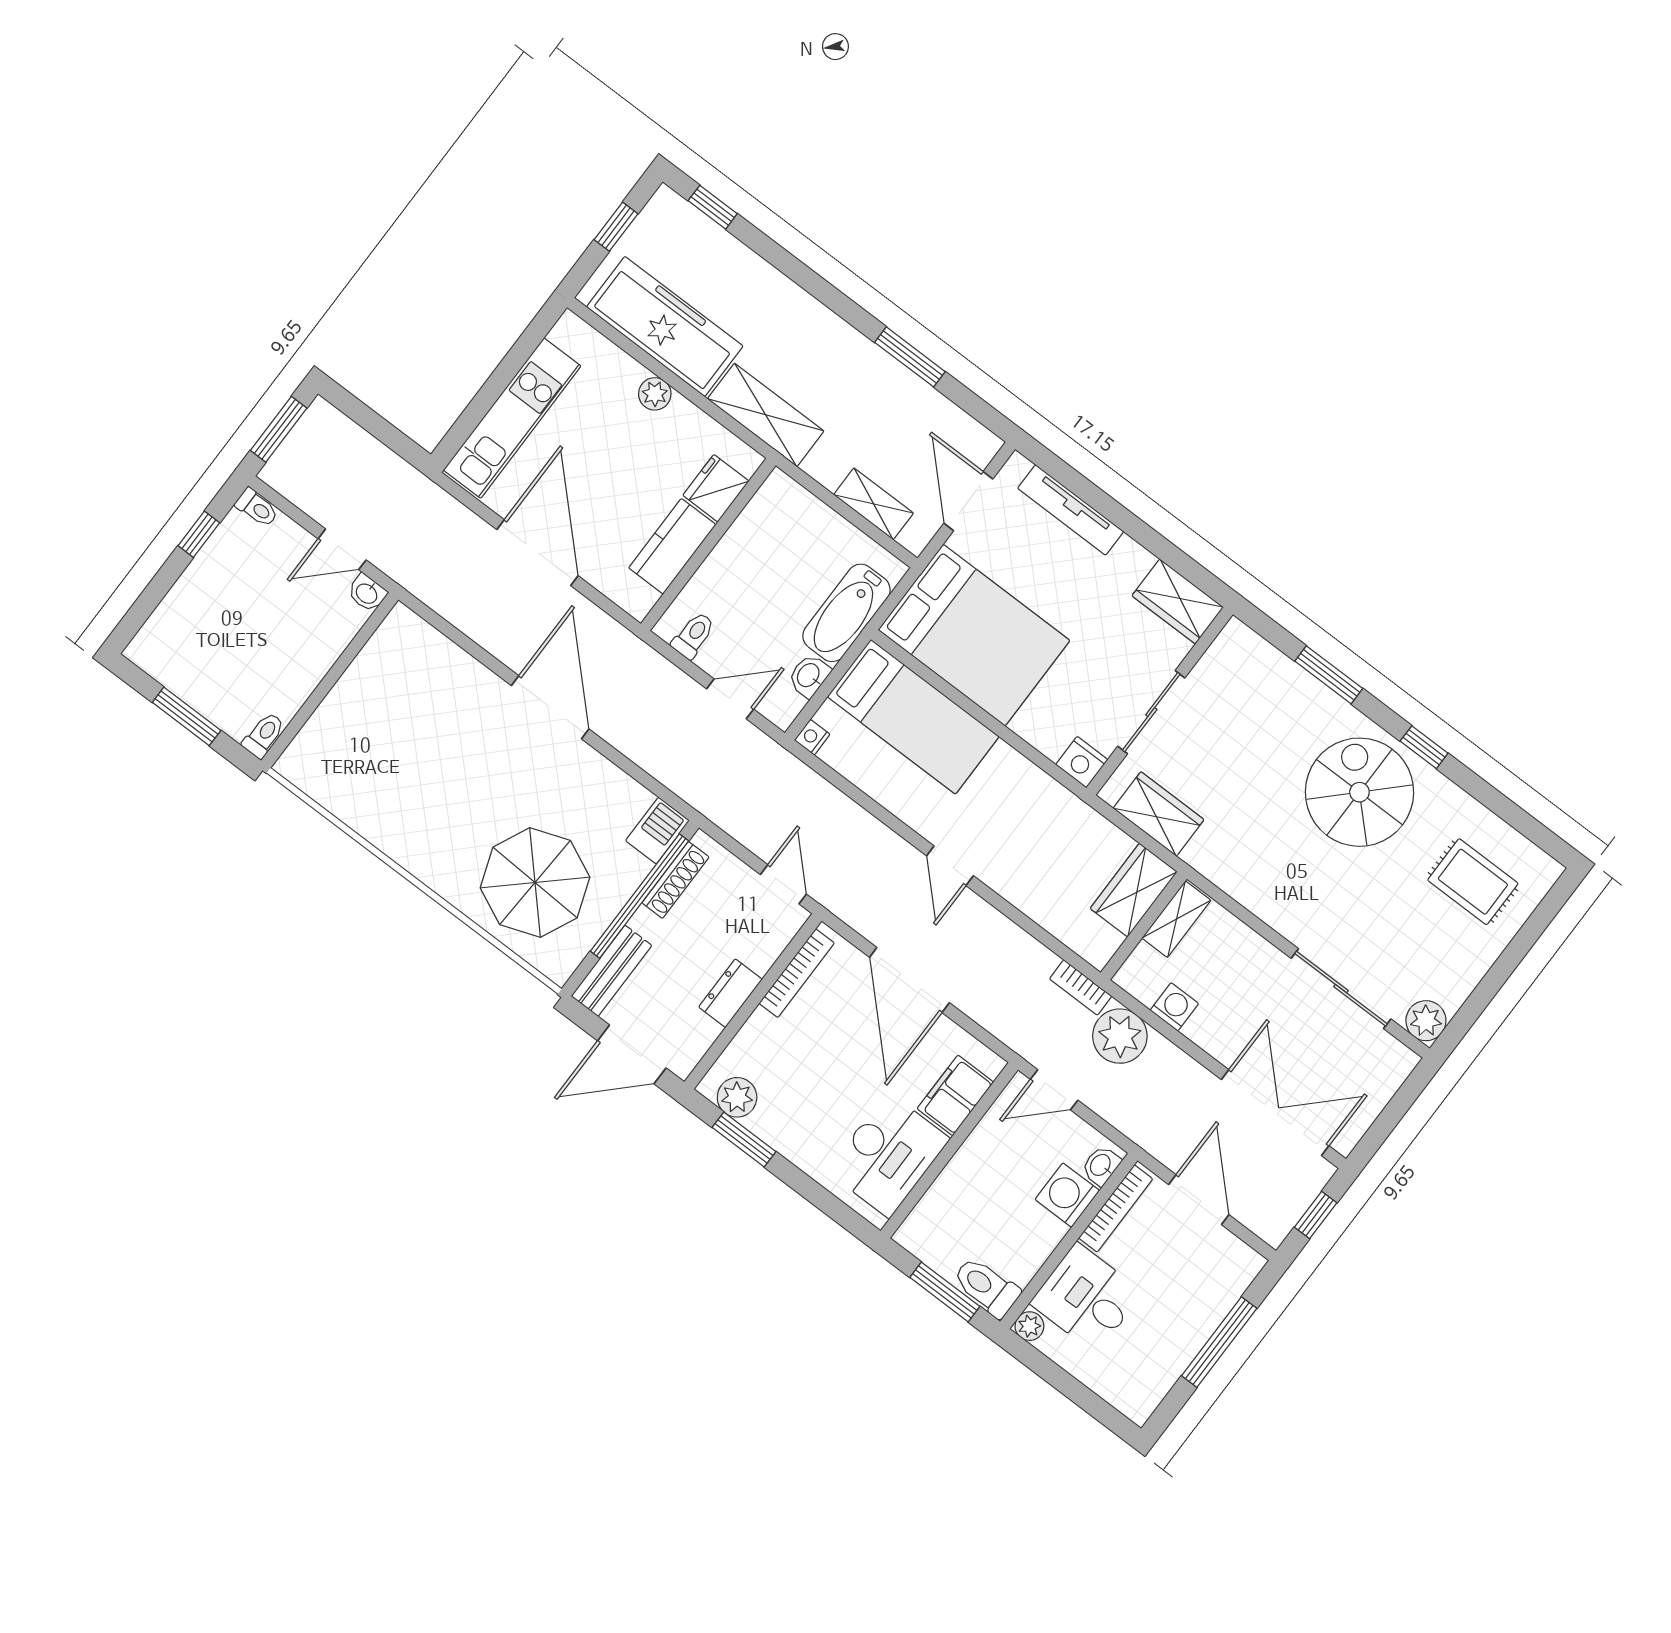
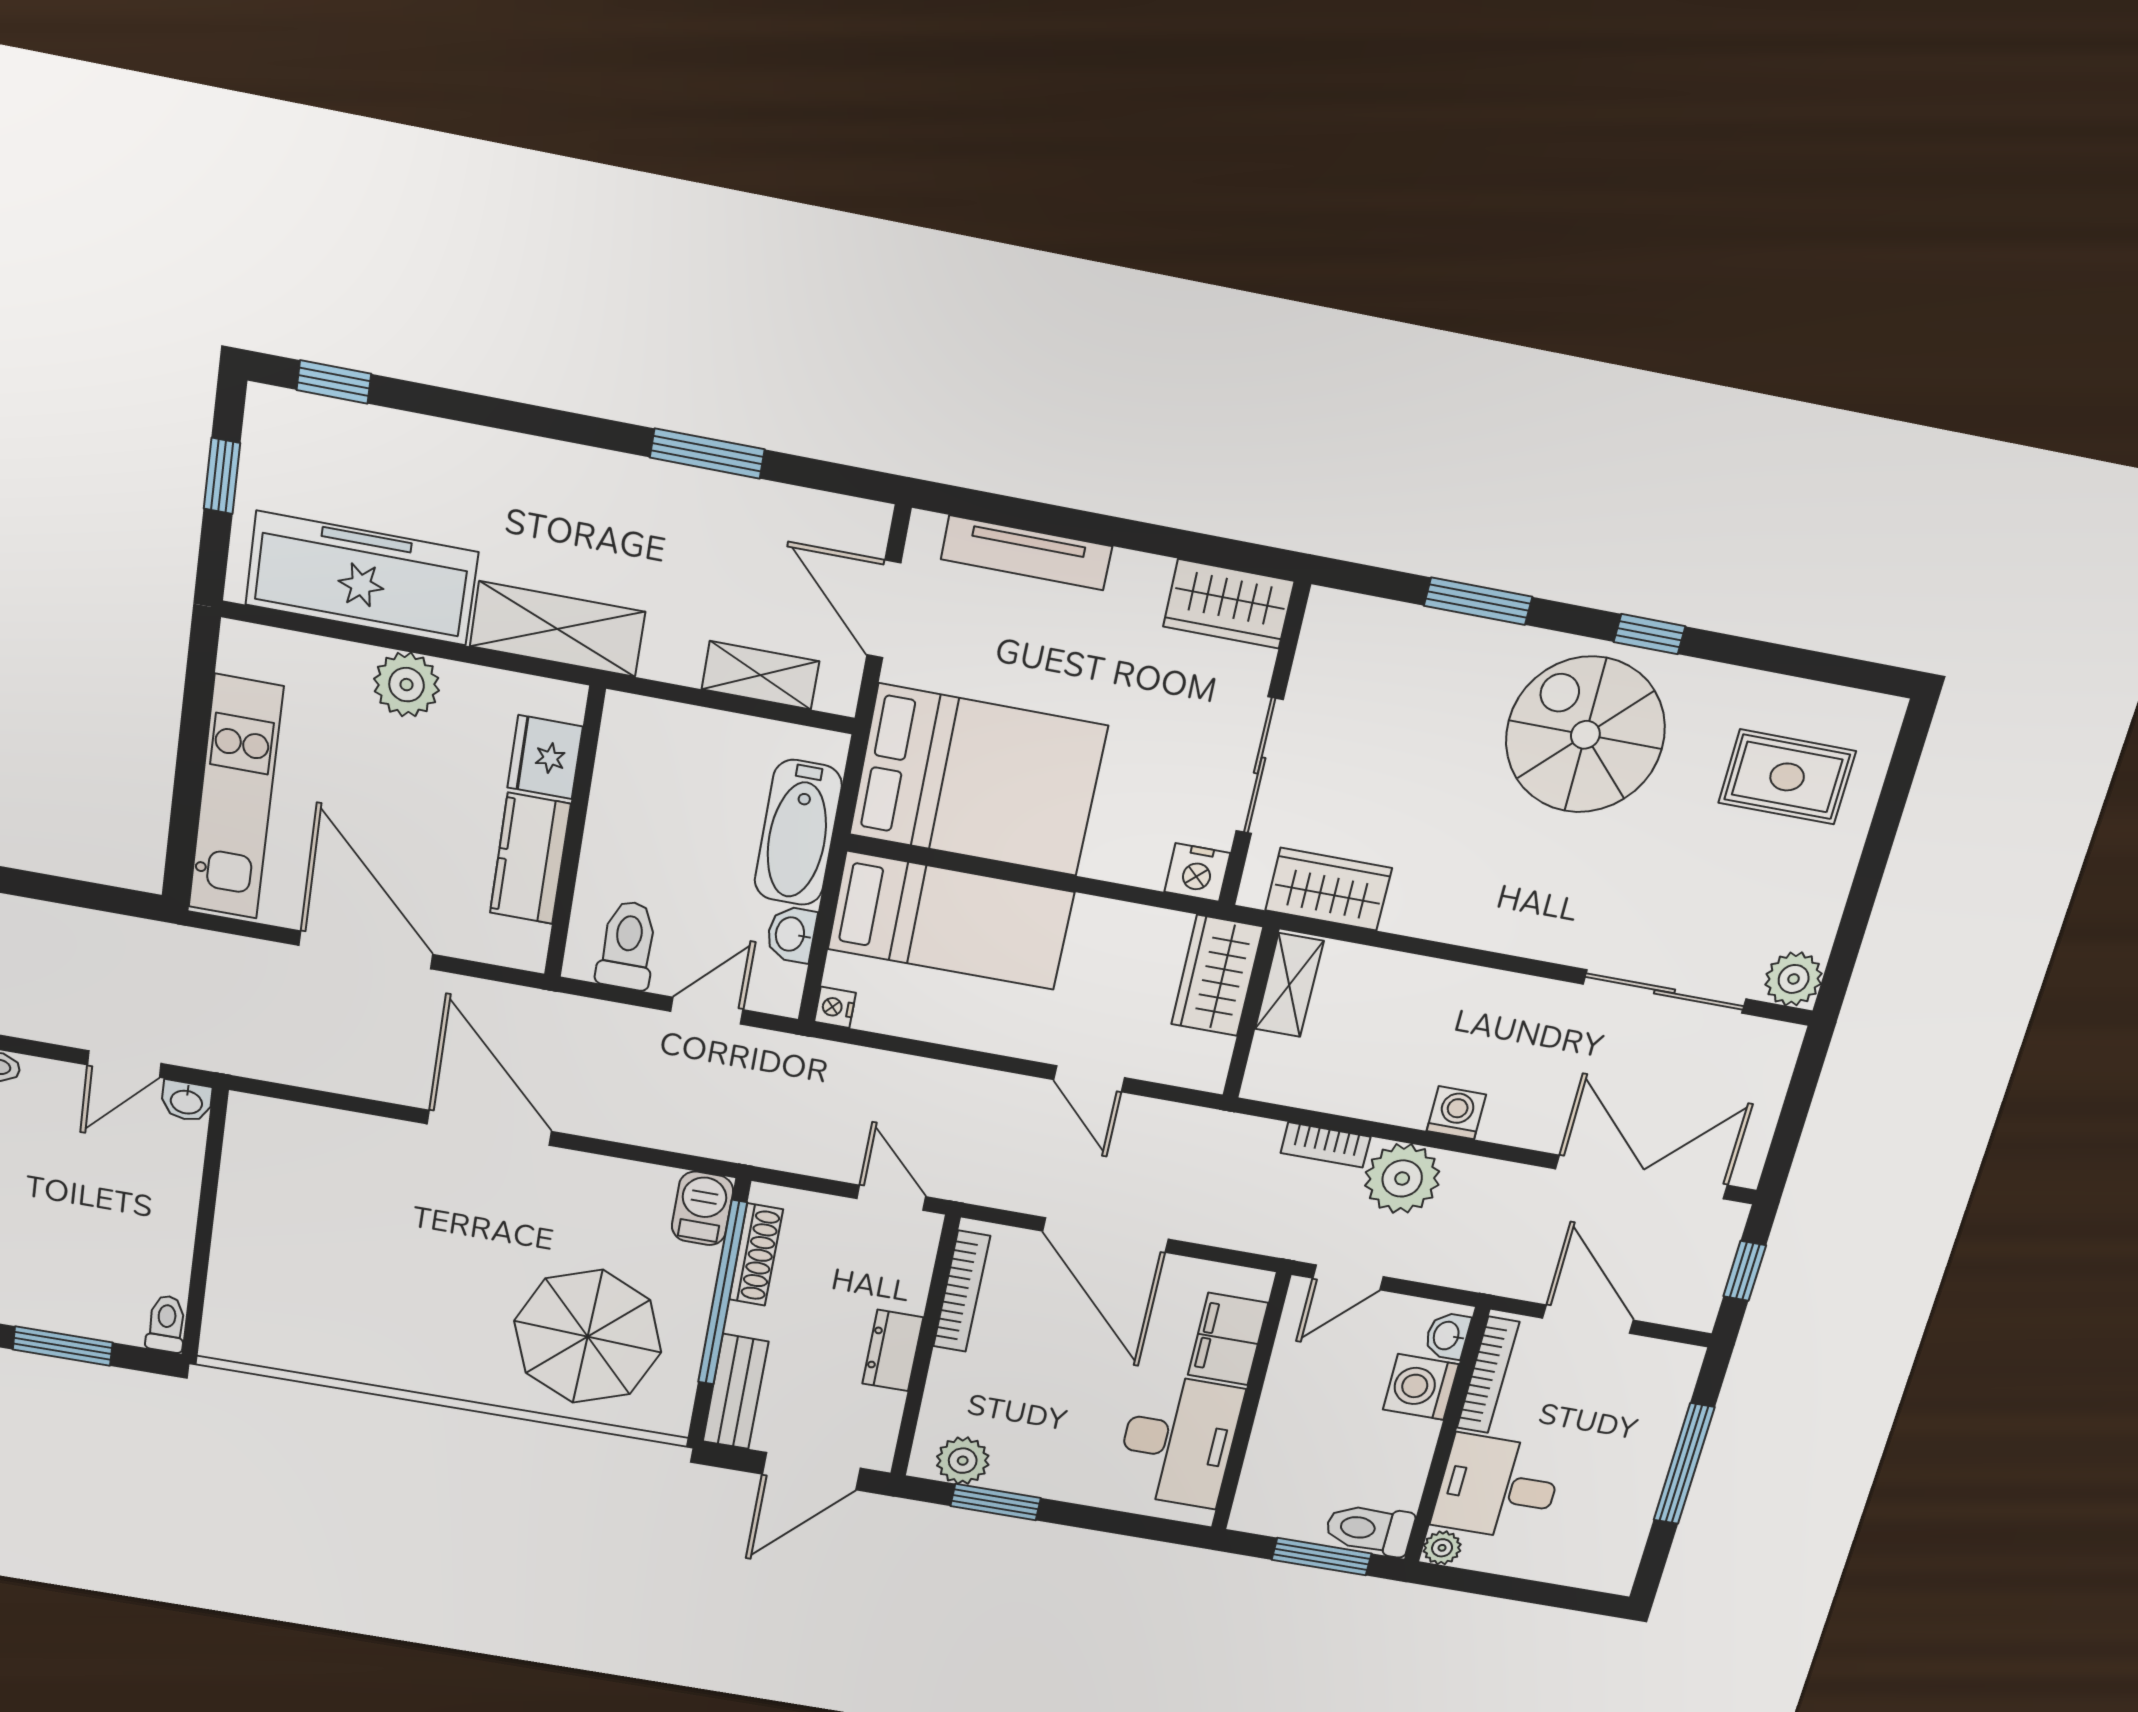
plant: (655, 394) -> (407, 685), width x1.38, depth x1.38
toilet: (693, 635) -> (627, 945), width x1.37, depth x1.39
wardrobe: (1134, 890) -> (1217, 976), moved
shelving: (1176, 919) -> (1289, 985), moved
wall: (1144, 926) -> (1251, 1013), moved

